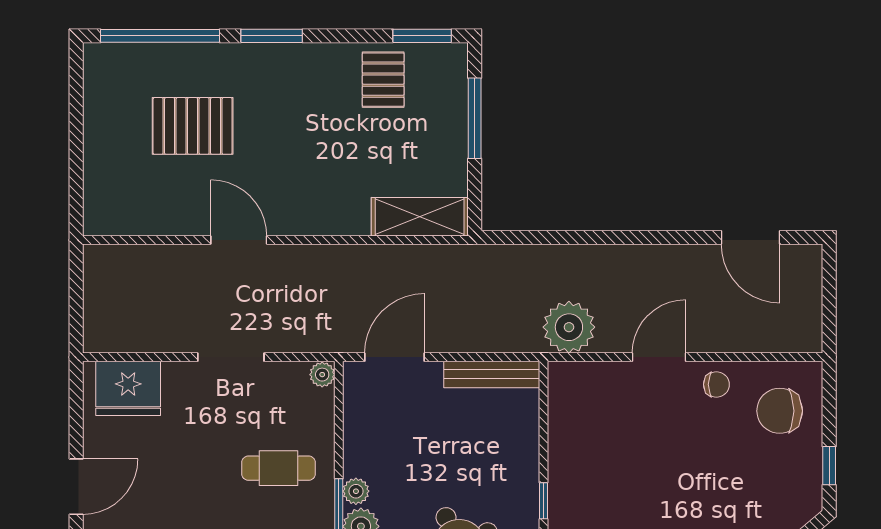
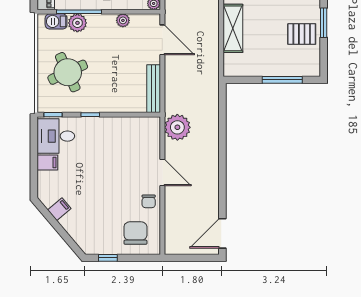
window: (422, 36) -> (324, 23), moved
shelving: (420, 217) -> (233, 28), moved
door: (751, 237) -> (222, 233), moved
plant: (356, 491) -> (123, 20), moved

